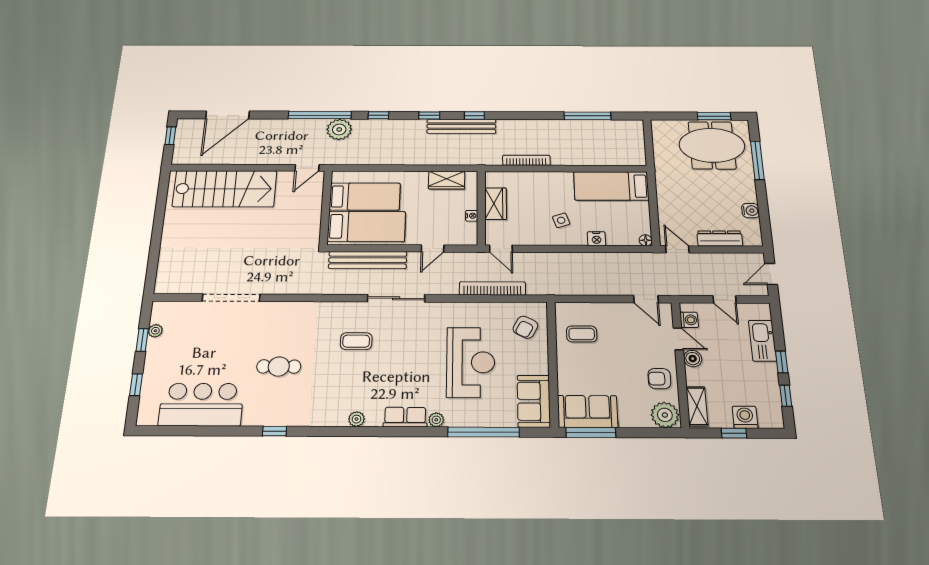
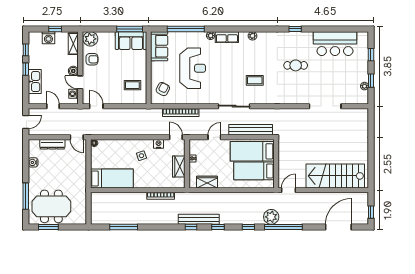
nightstand: (597, 239) -> (159, 144), moved
reception desk: (471, 362) -> (193, 68), turned 180

